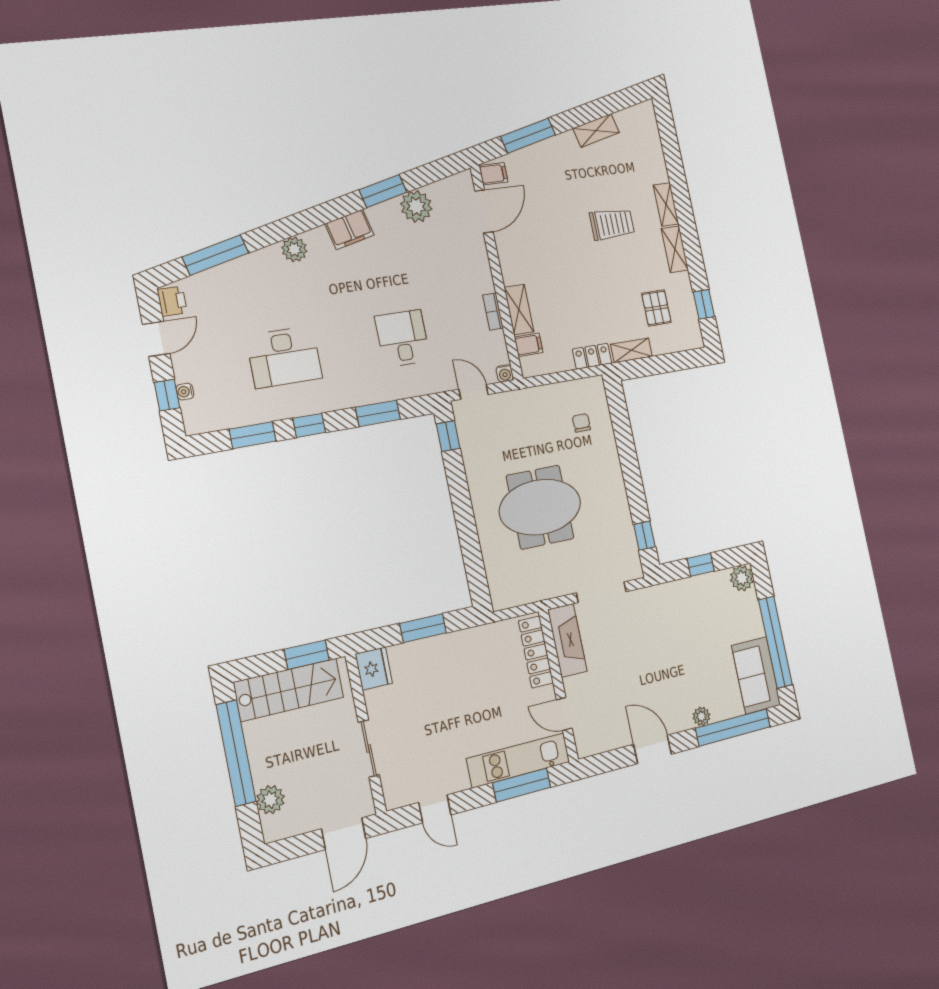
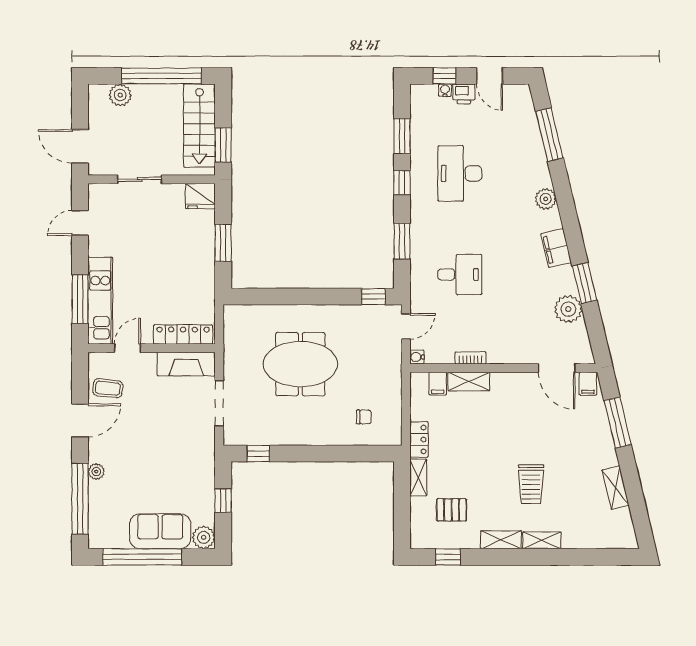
printer: (172, 301) -> (464, 94), moved
meeting table: (540, 507) -> (300, 364), turned 90
sofa: (756, 675) -> (160, 531), moved
coffee table: (612, 726) -> (108, 388), added

